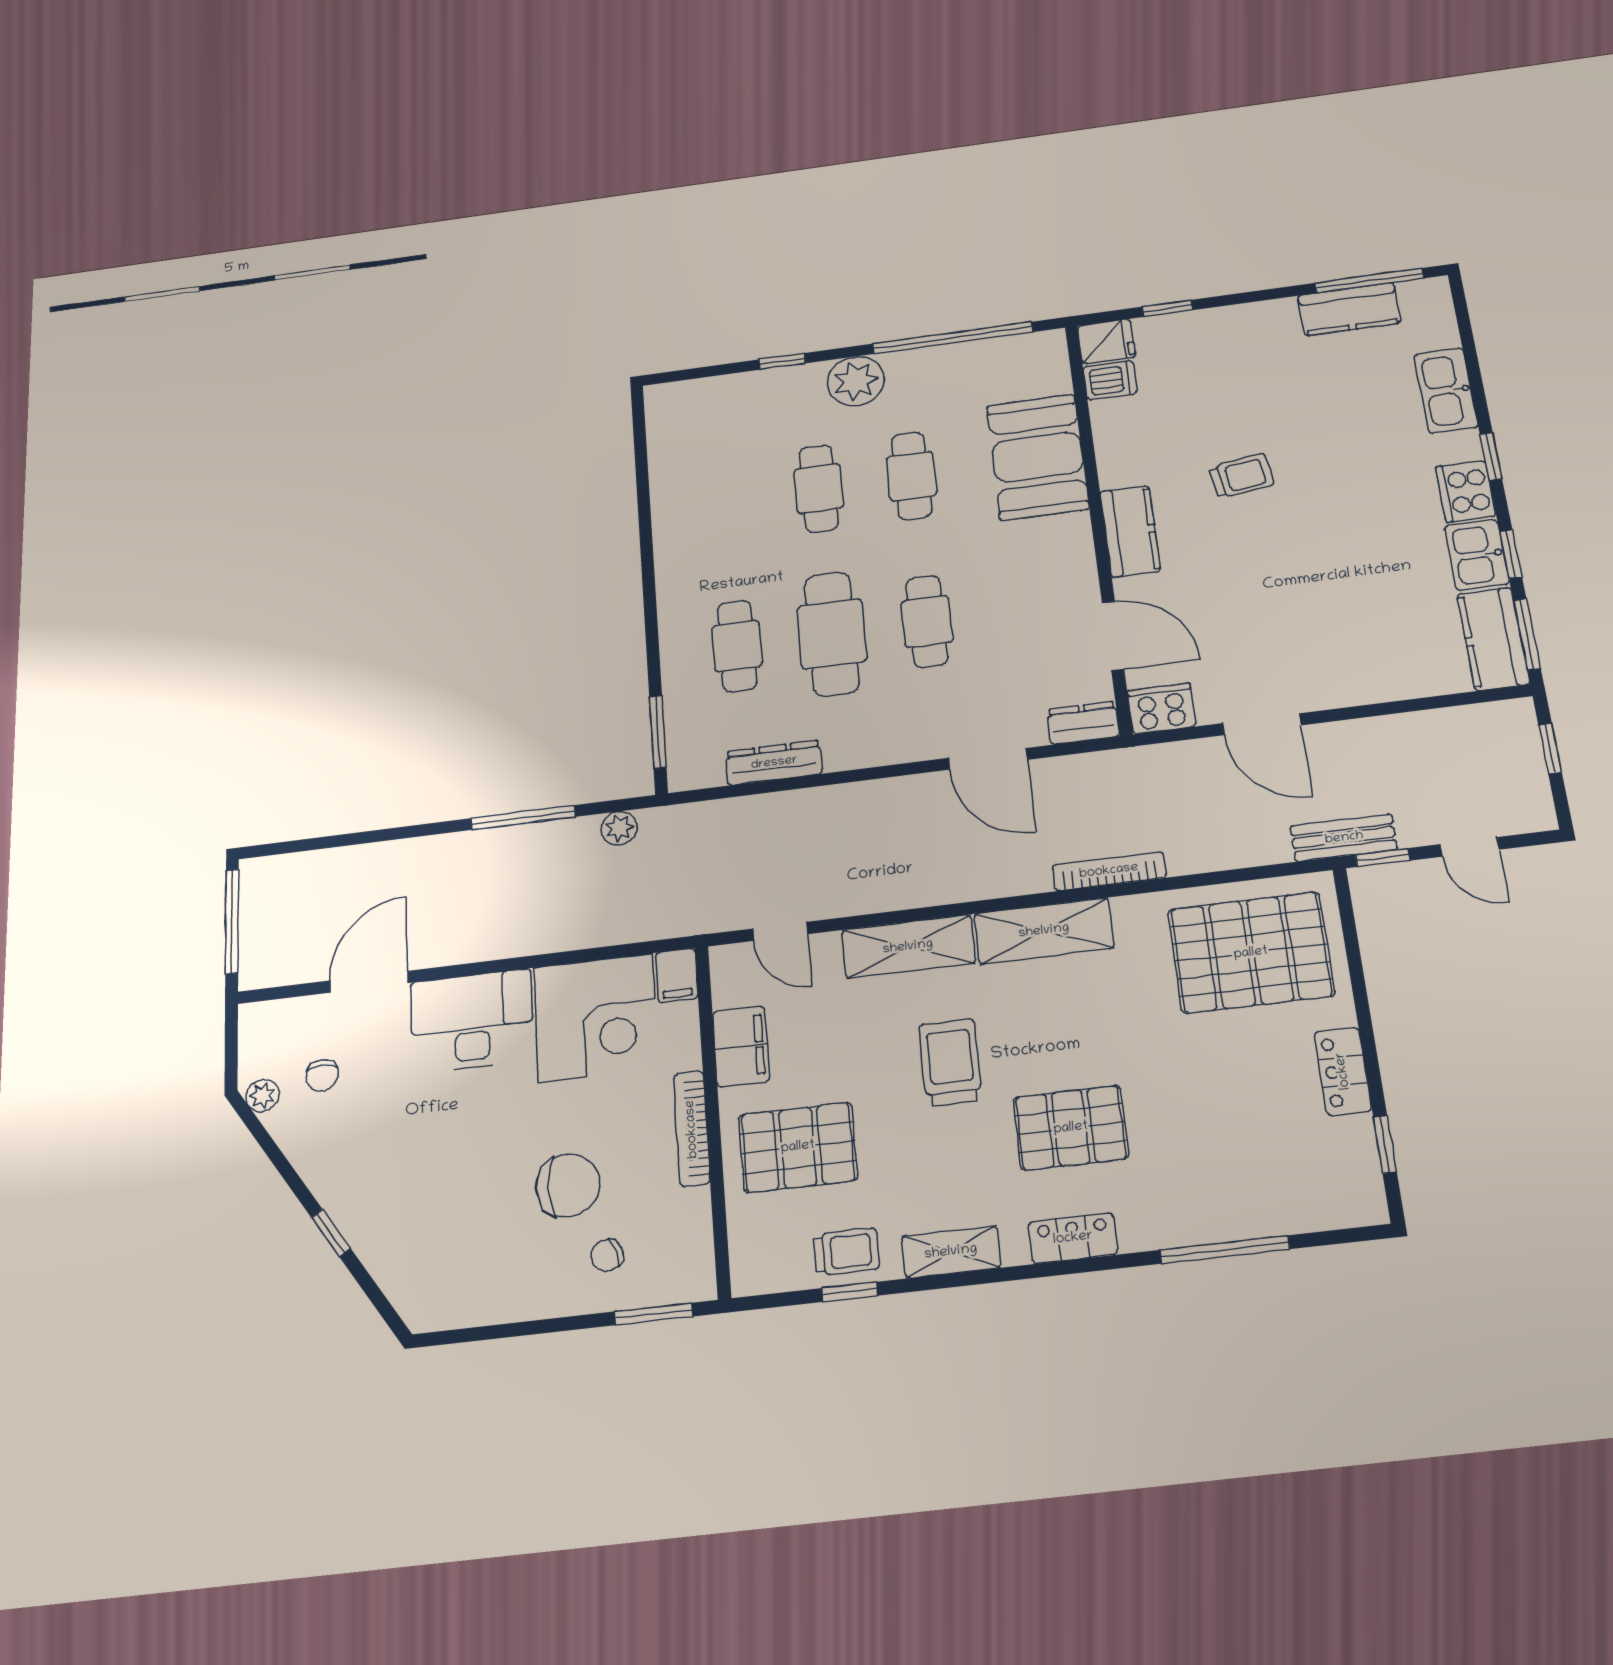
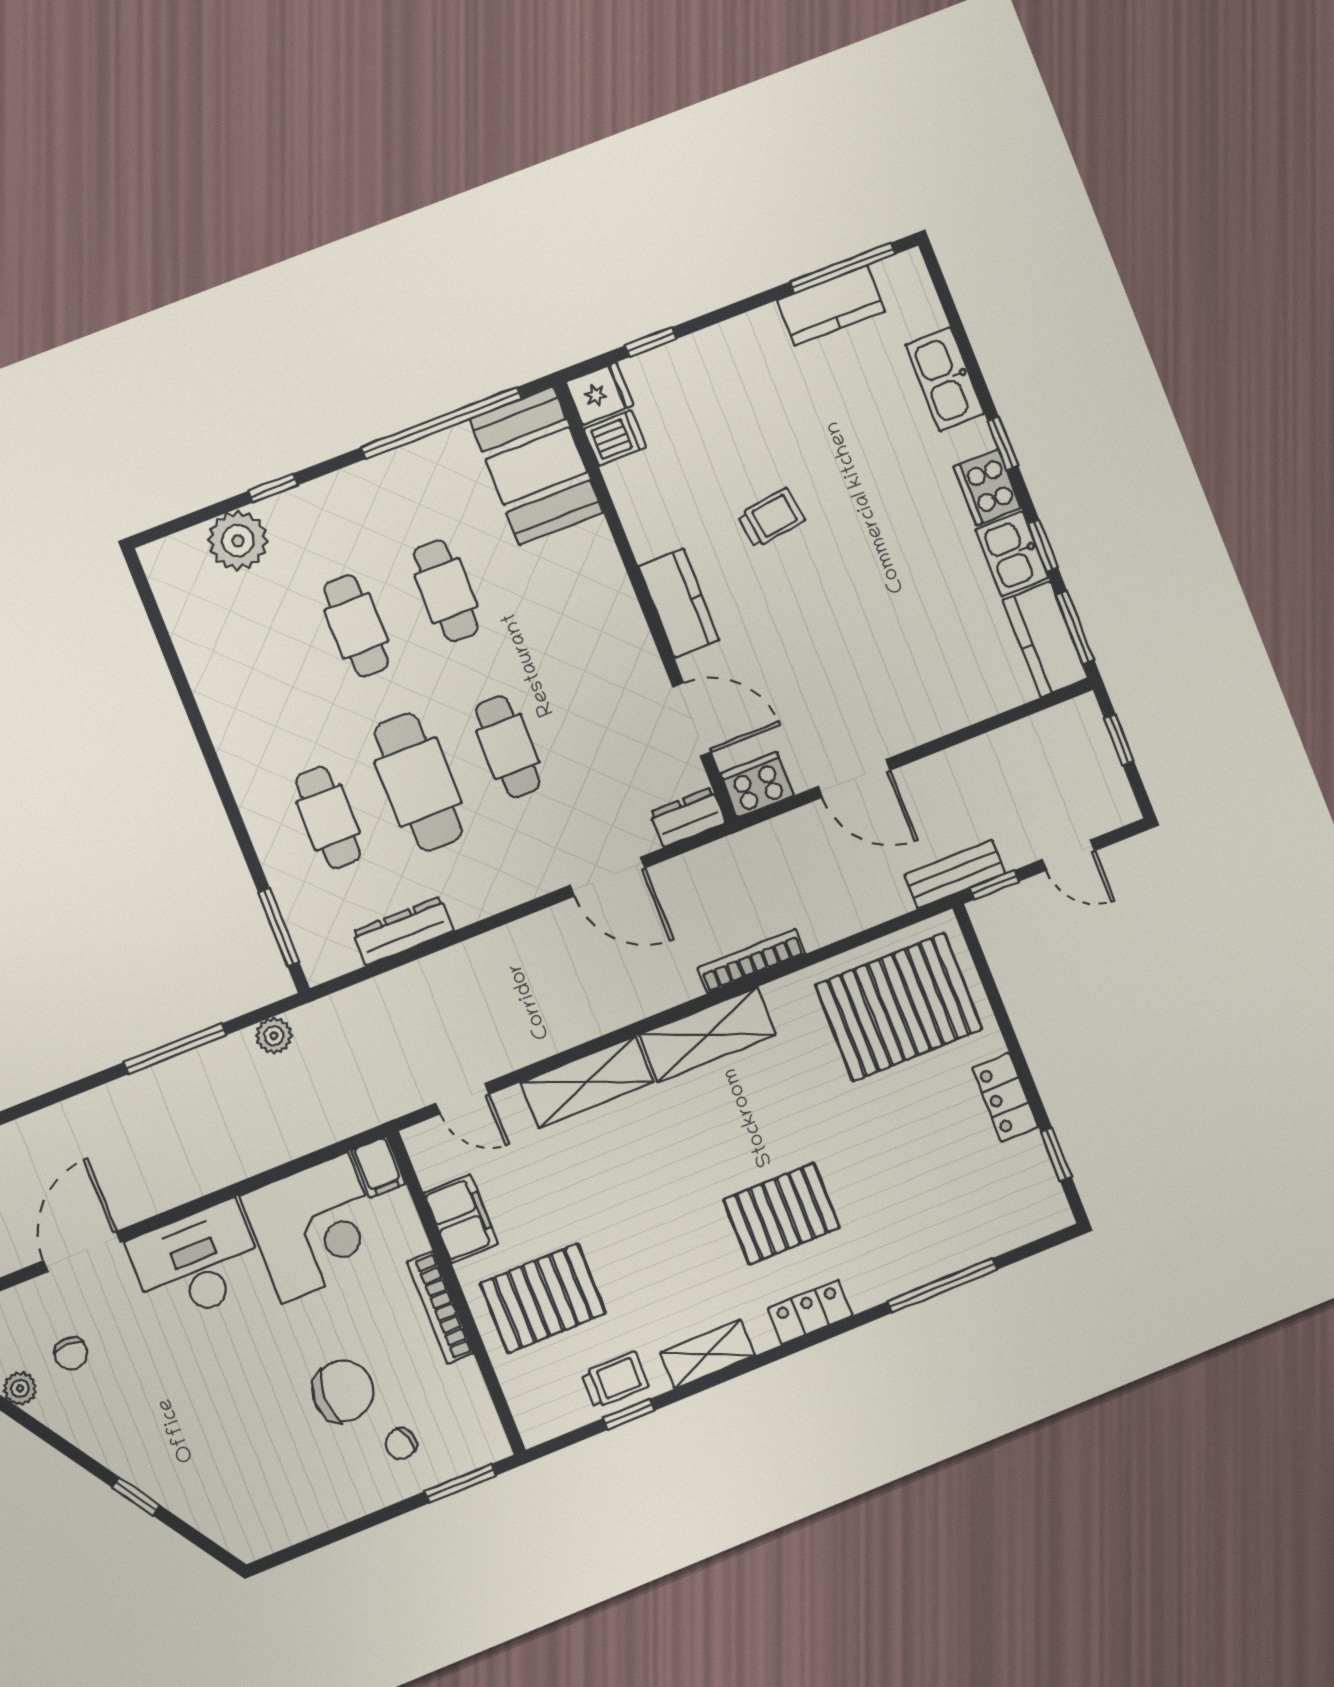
plant: (856, 381) -> (238, 541), moved
booth: (1038, 457) -> (536, 466), moved
trolley: (950, 1062) -> (657, 1182), removed

